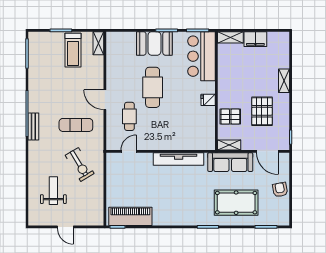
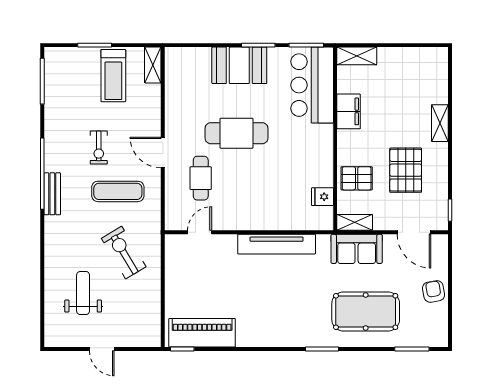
filing cabinet: (255, 39) -> (349, 111), moved, turned -90
cafe table: (153, 87) -> (237, 133), turned 90
exercise bike: (64, 97) -> (99, 148), added
fridge: (208, 100) -> (322, 197), moved
sofa: (230, 162) -> (357, 249), width x0.73
exercise bike: (80, 164) -> (124, 253), turned 180

